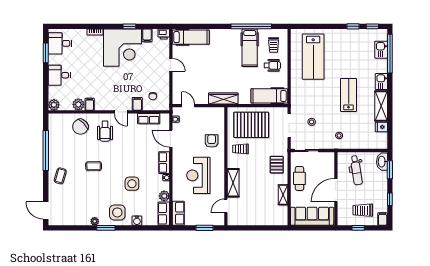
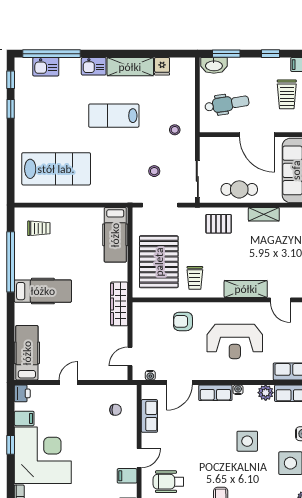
hospital bed: (250, 48) -> (43, 291), moved
wheelchair: (272, 65) -> (69, 230), removed
filing cabinet: (137, 104) -> (127, 476), moved
wheelchair: (105, 131) -> (168, 482), turned 180

